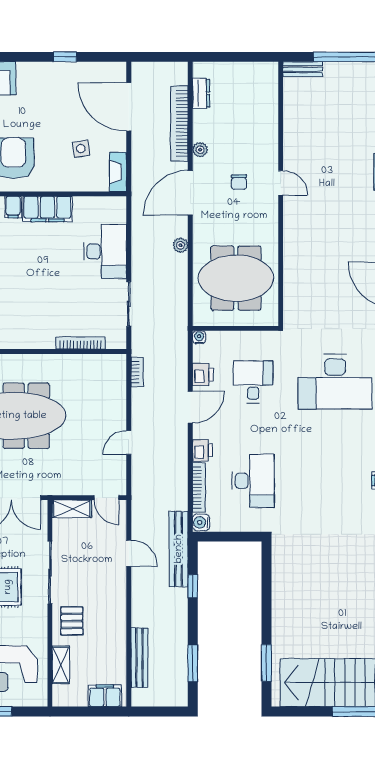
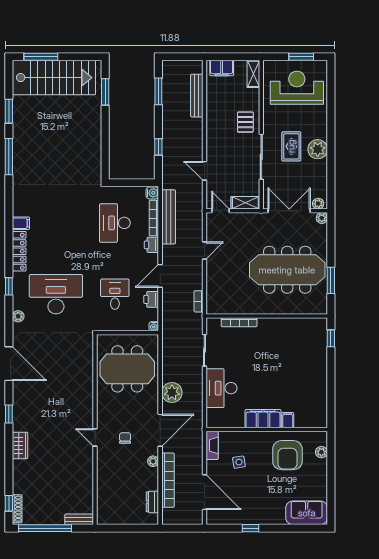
plant: (180, 245) -> (172, 393), width x1.87, depth x1.87
desk: (253, 382) -> (115, 294), turned 180
bench: (179, 549) -> (169, 217), moved
shelving: (61, 665) -> (253, 74), moved

